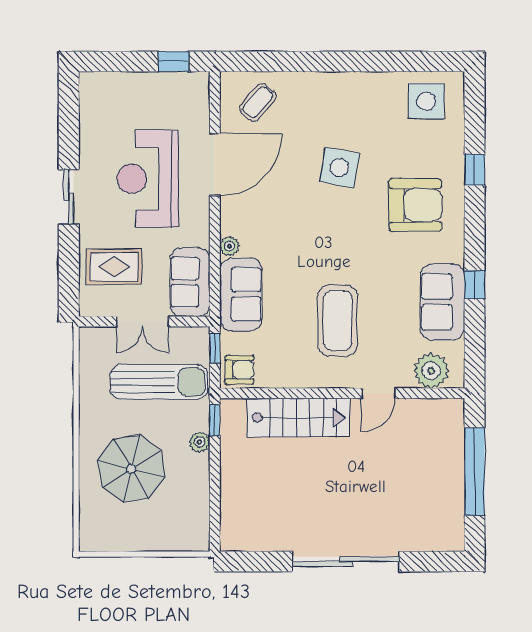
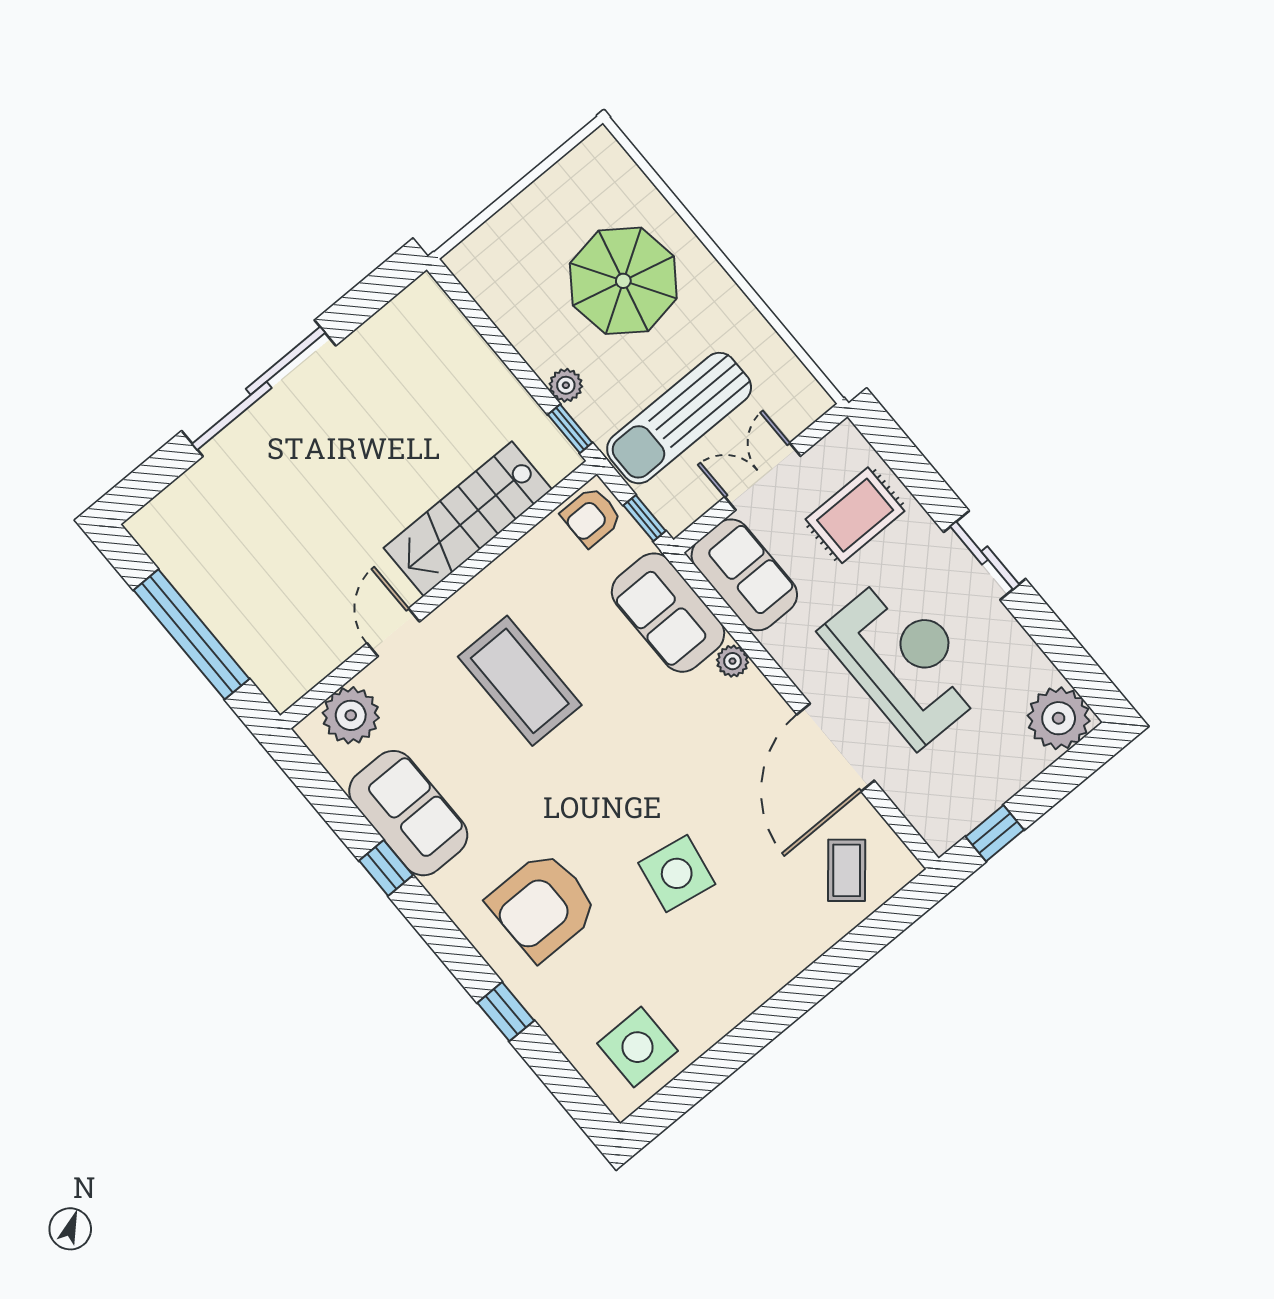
plant: (98, 91) -> (1059, 718), added

